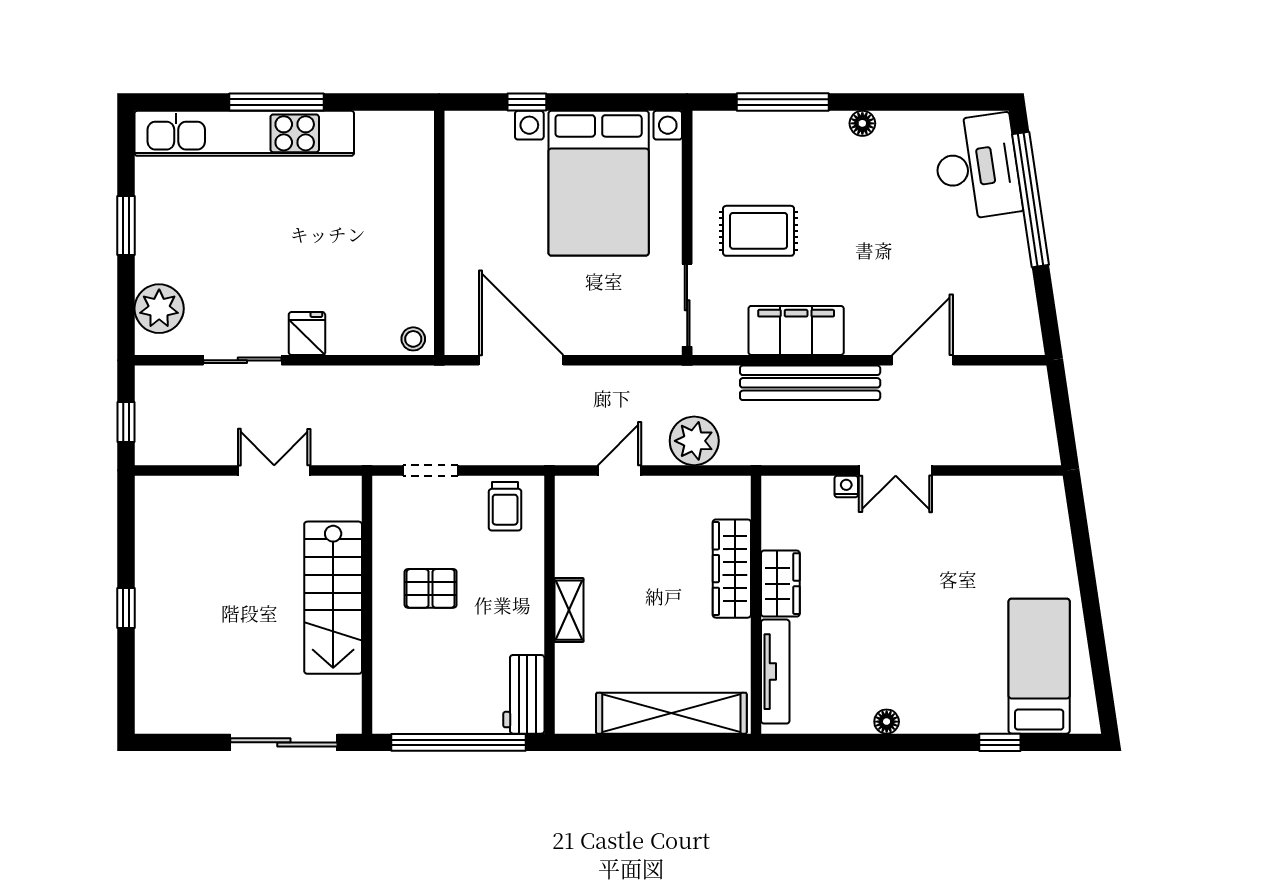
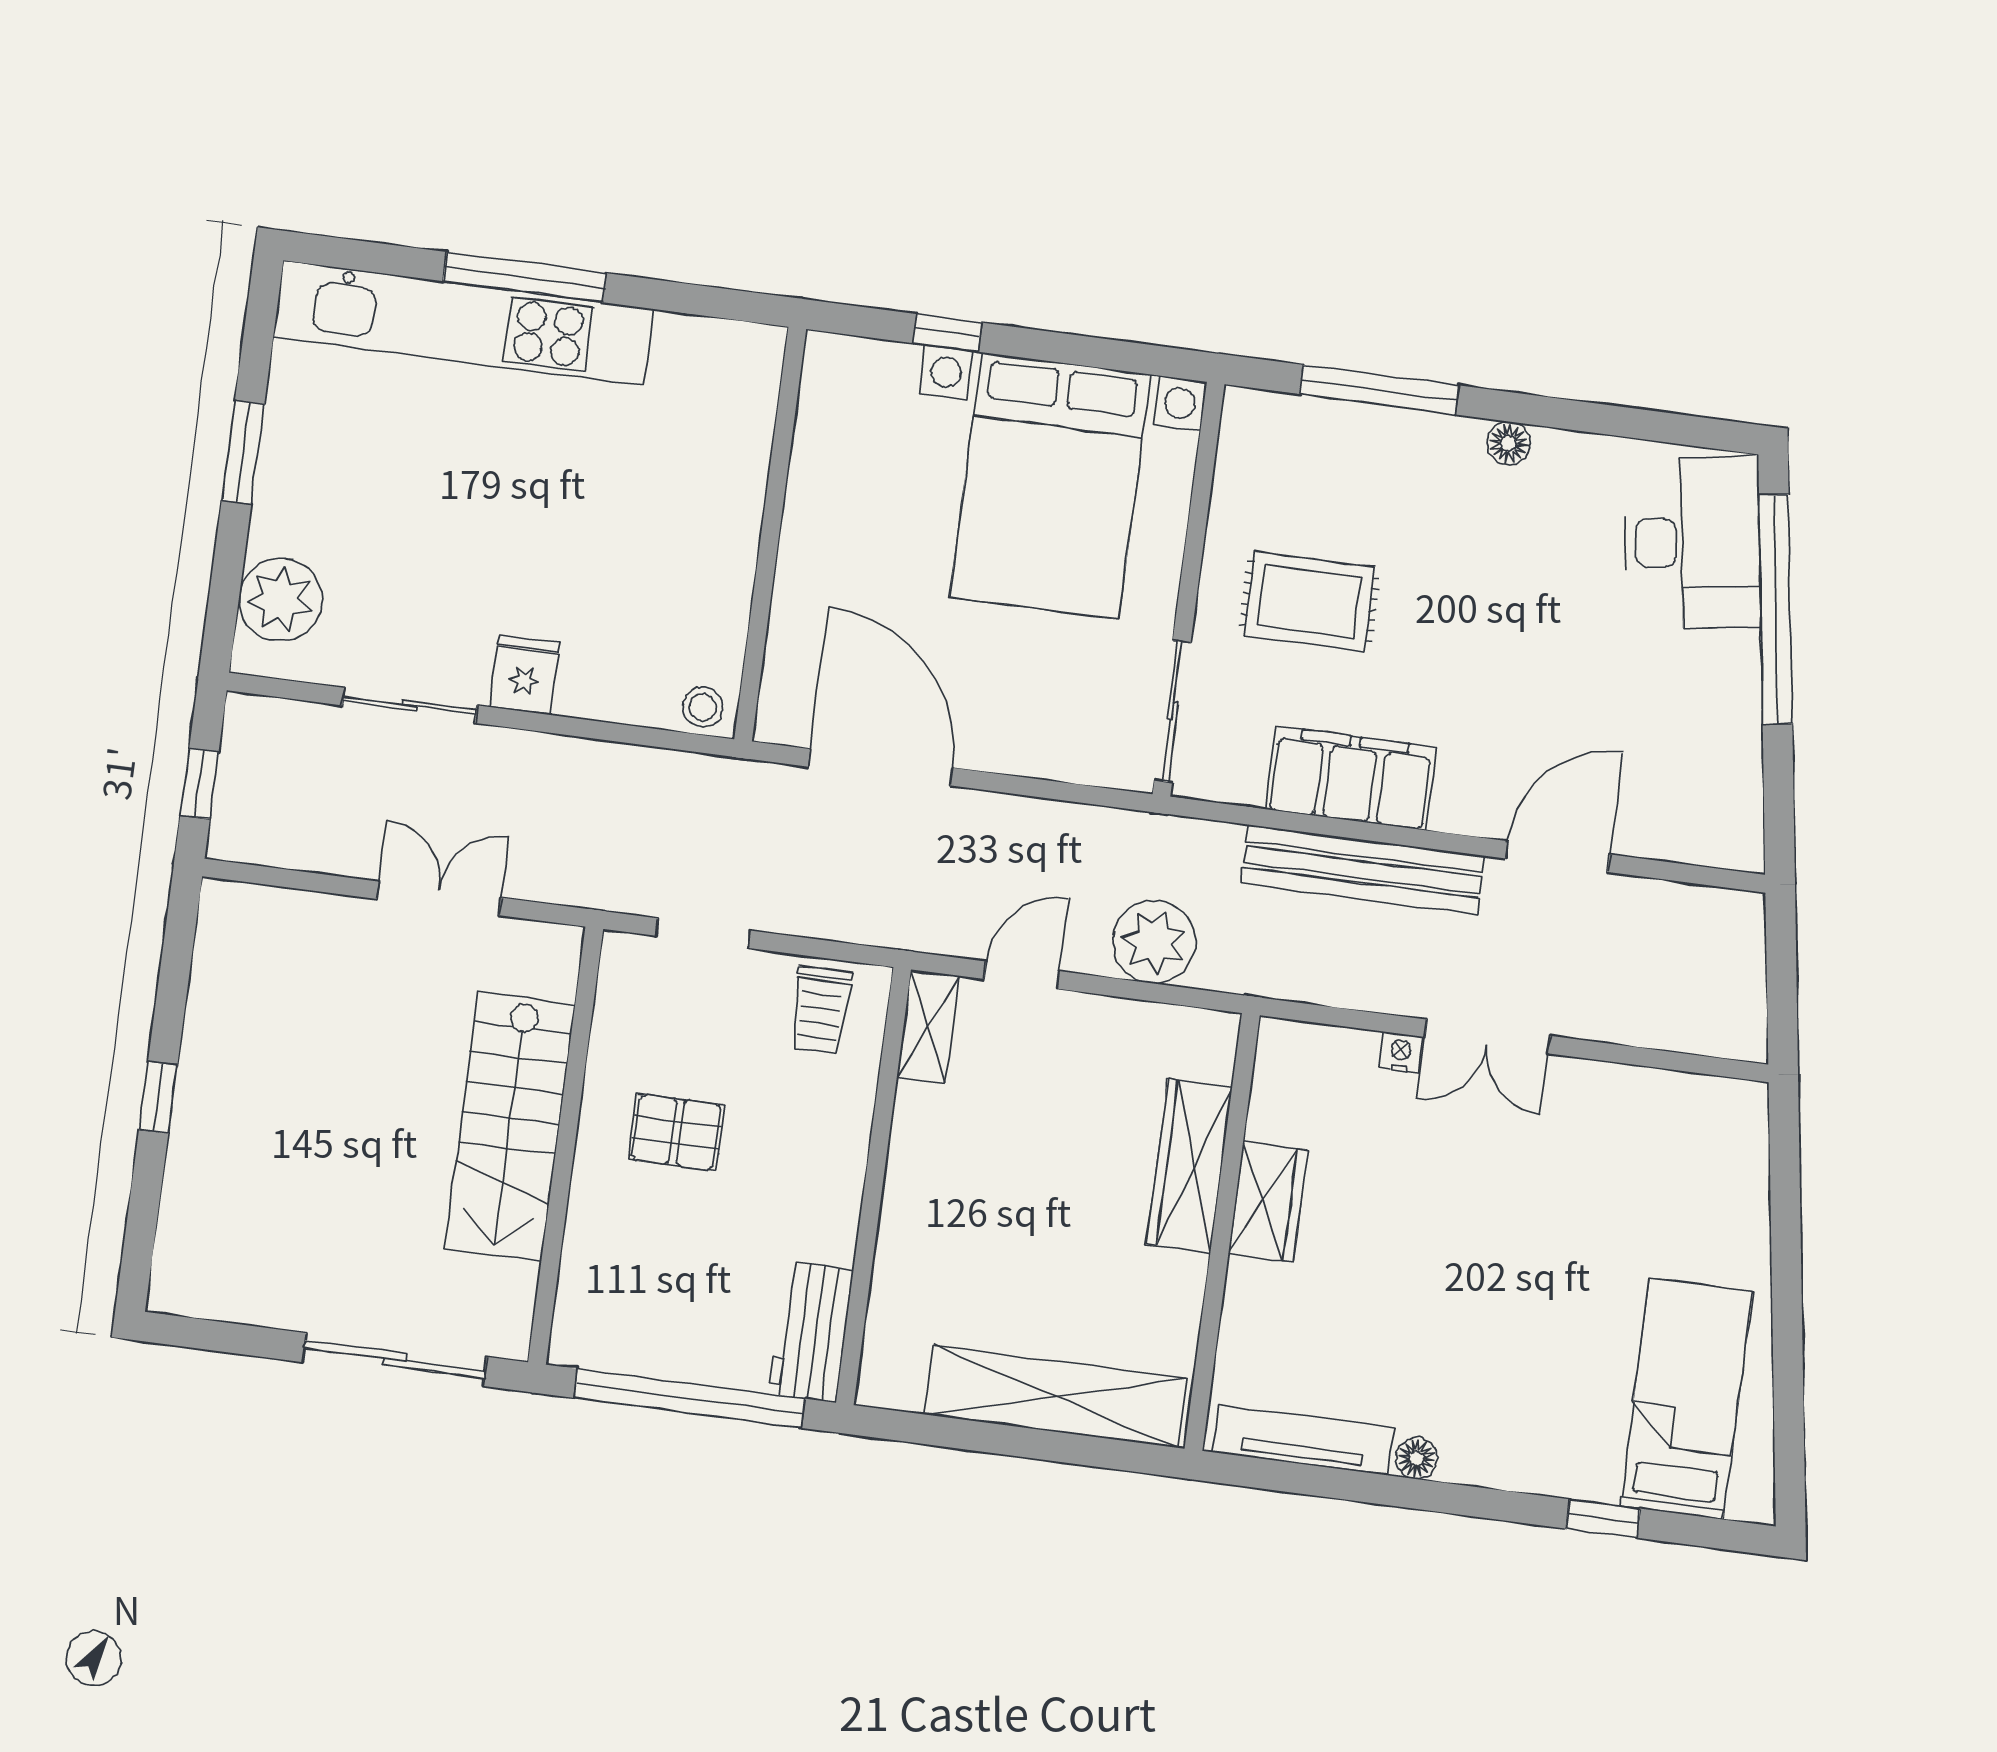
shelving: (569, 610) -> (928, 1027), moved
tv unit: (775, 672) -> (1304, 1440), moved, turned -90

